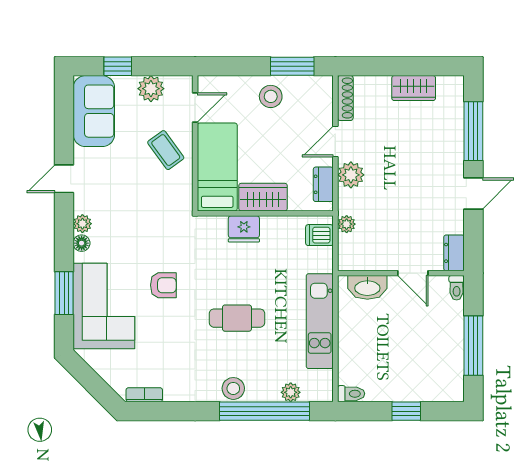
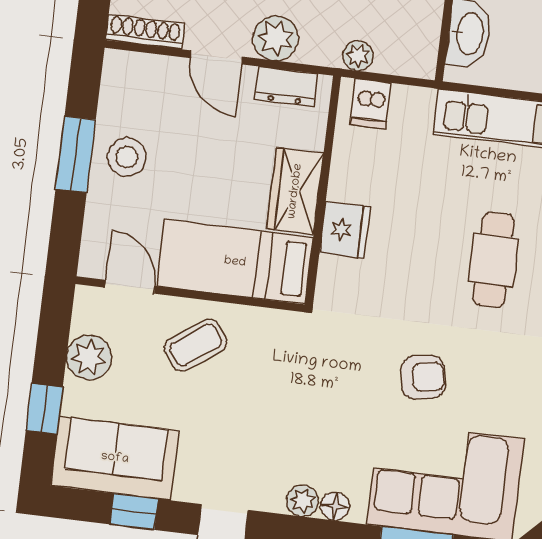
window: (292, 66) -> (76, 154), moved
window: (64, 126) -> (134, 512), added
armchair: (163, 285) -> (423, 377), turned 80

